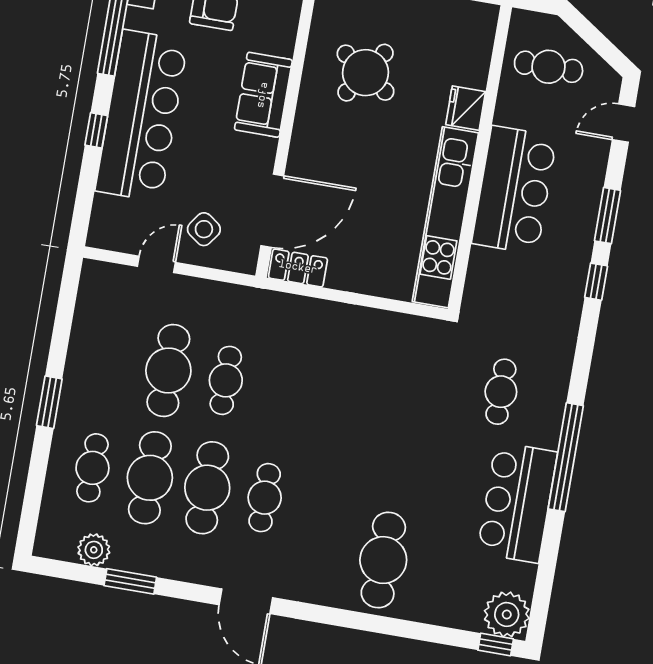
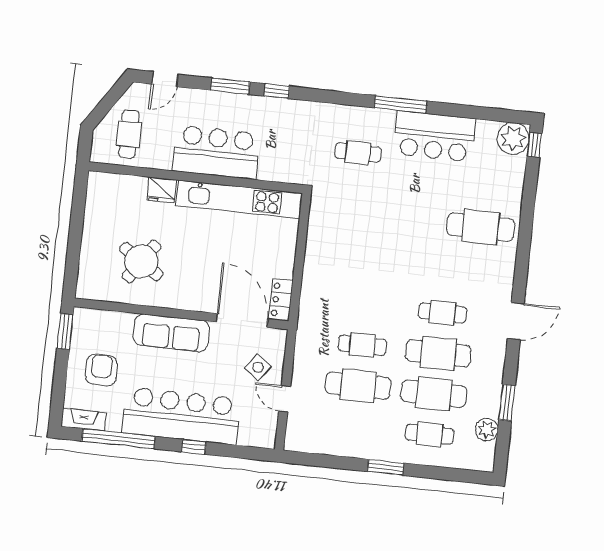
sofa: (263, 95) -> (171, 333), width x1.36
door: (623, 123) -> (165, 79), hinge flipped
window: (566, 457) -> (401, 104), width x0.68

